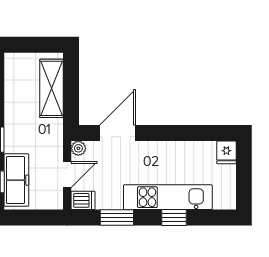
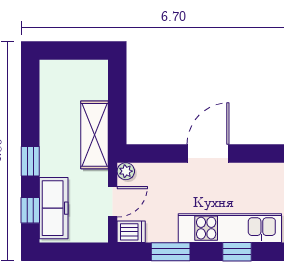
shelving: (51, 88) -> (94, 135), moved
door: (118, 133) -> (208, 153), moved

